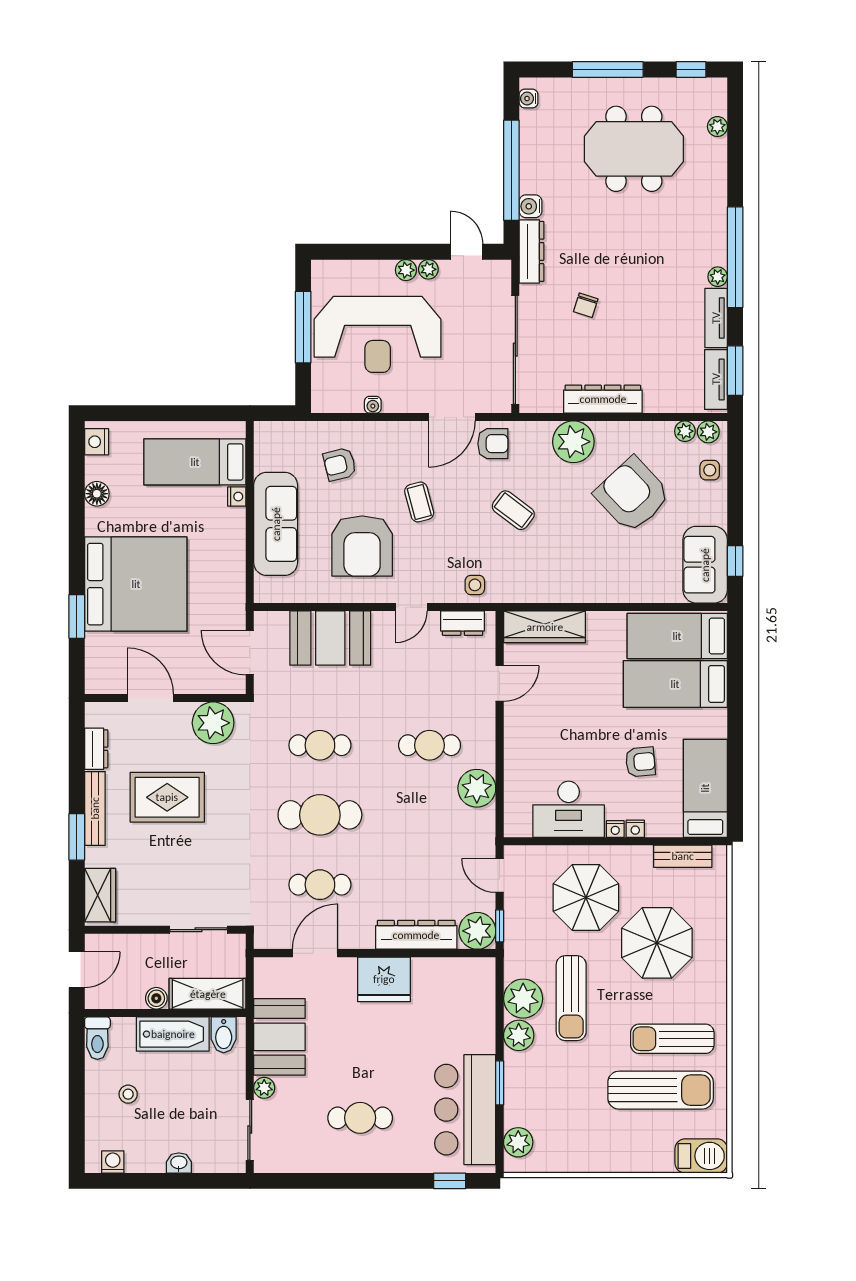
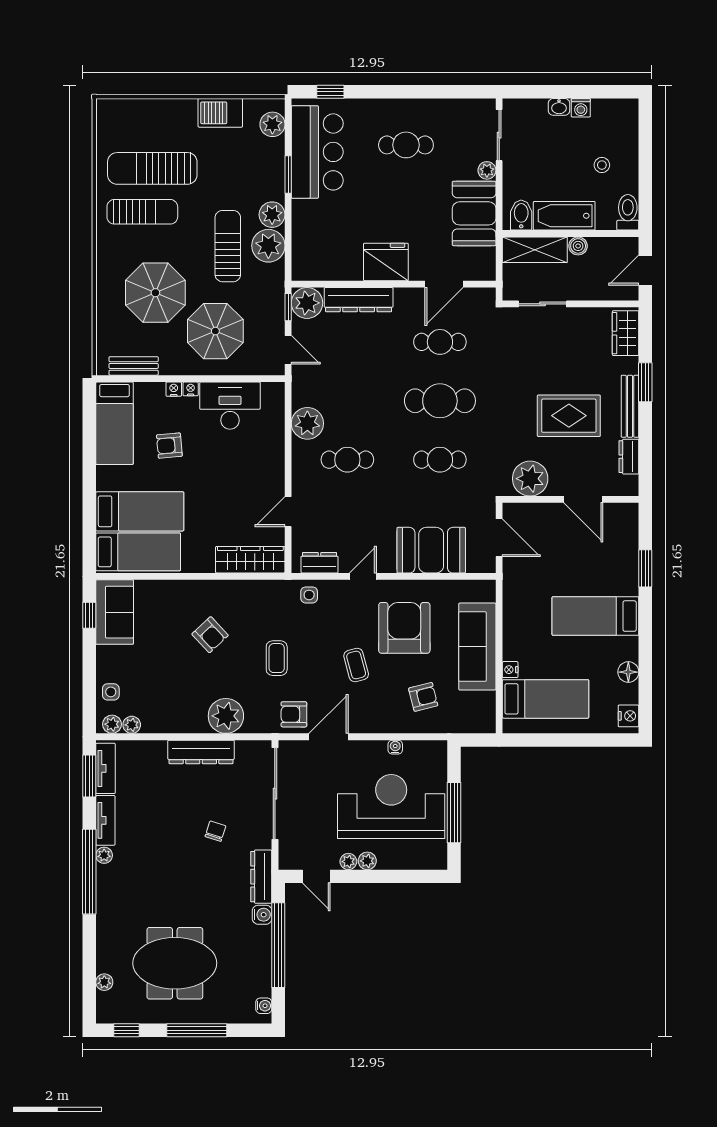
armchair: (632, 495) -> (210, 635), moved, width x0.53, depth x0.53
coffee table: (513, 510) -> (277, 658), turned 53
bed: (136, 584) -> (595, 616), width x0.49
barbecue: (701, 1156) -> (220, 113), moved
washing machine: (113, 1162) -> (581, 108), moved

